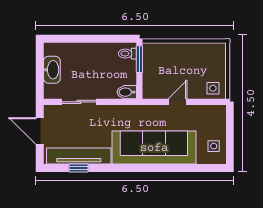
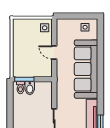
bidet: (127, 92) -> (30, 88), moved

